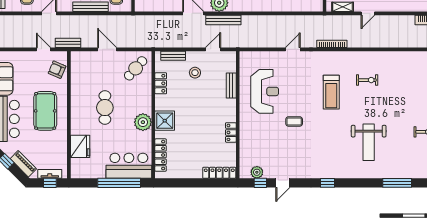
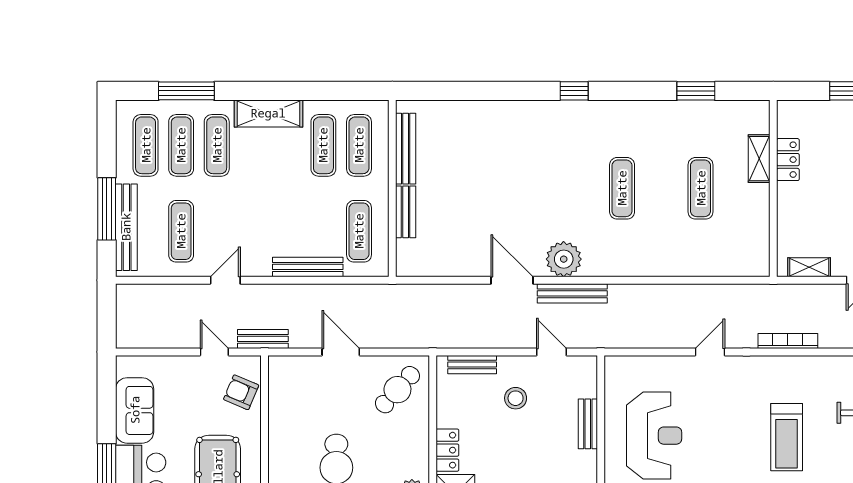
door: (213, 49) -> (552, 352), hinge flipped
locker: (161, 83) -> (447, 450), moved

